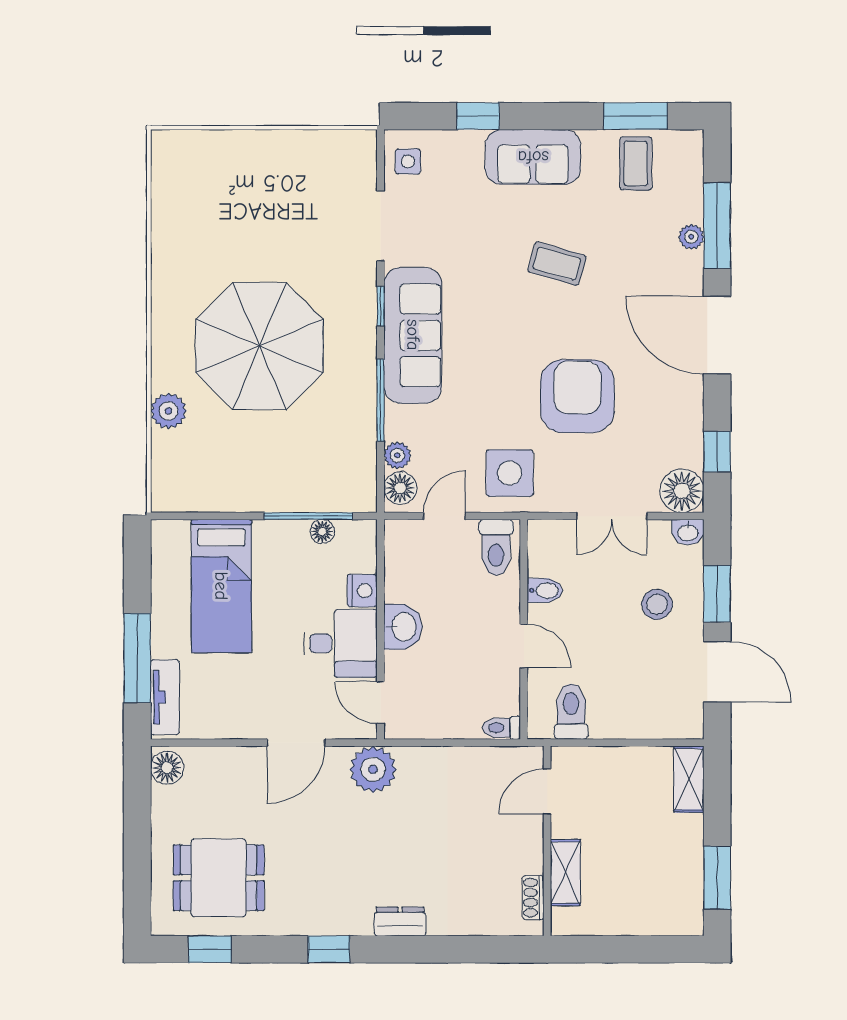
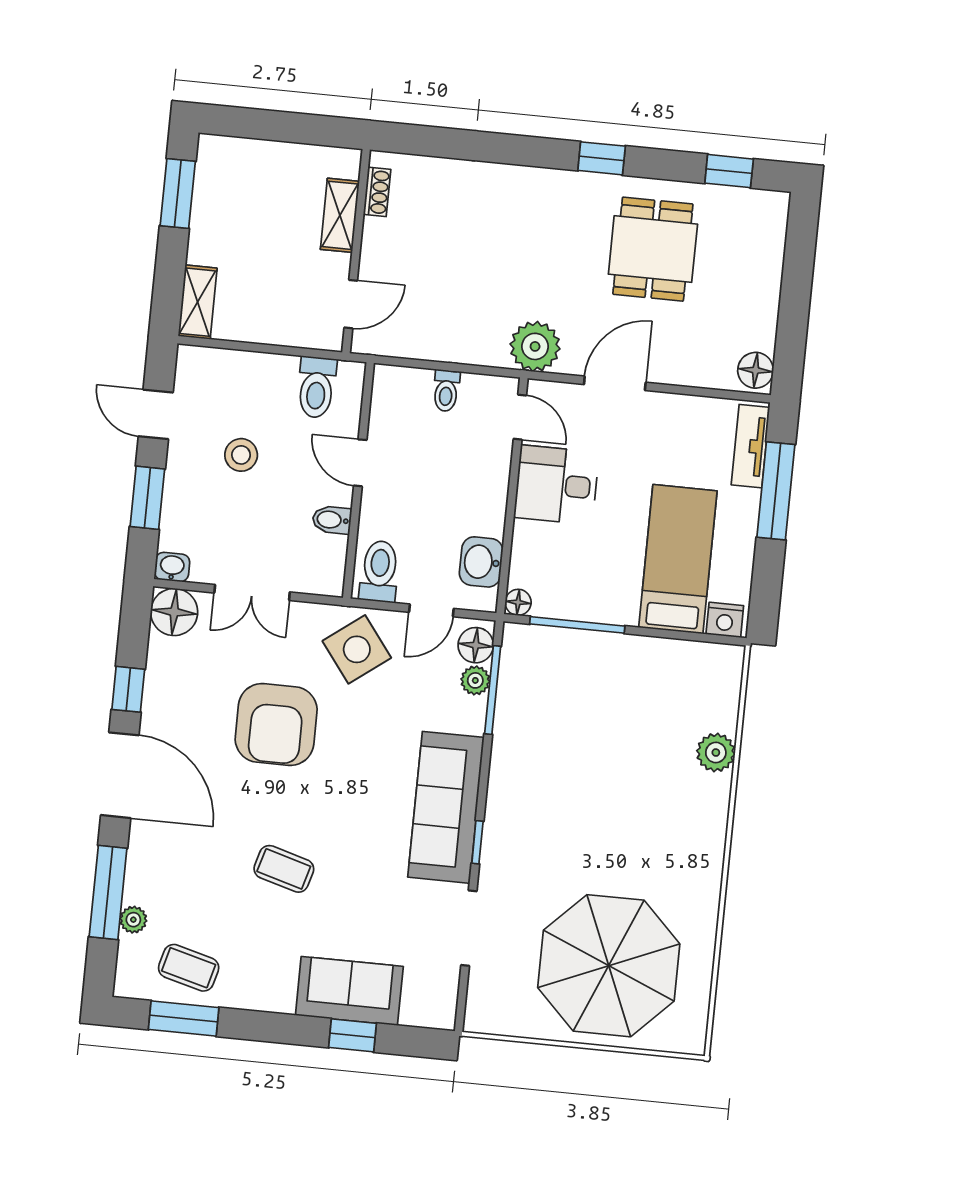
sofa: (533, 157) -> (349, 991), moved
side table: (408, 162) -> (433, 994), removed
coffee table: (636, 163) -> (189, 968), turned -75
plant: (691, 237) -> (133, 920), moved
parasol: (259, 346) -> (609, 966), moved
window: (380, 400) -> (493, 690), moved
window: (717, 452) -> (128, 689), moved
side table: (510, 473) -> (357, 649), turned -37
double door: (612, 516) -> (252, 592), swing flipped
floor lamp: (322, 531) -> (518, 602), moved
nightstand: (362, 591) -> (725, 620), moved, turned -90
stool: (657, 604) -> (241, 455), moved
washbasin: (403, 627) -> (481, 562), moved
door: (717, 672) -> (156, 414), width x0.73
toilet: (501, 728) -> (446, 391), moved, turned 90
dining table: (219, 878) -> (653, 249), moved, turned 90
dresser: (400, 921) -> (522, 181), removed

